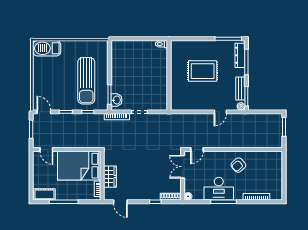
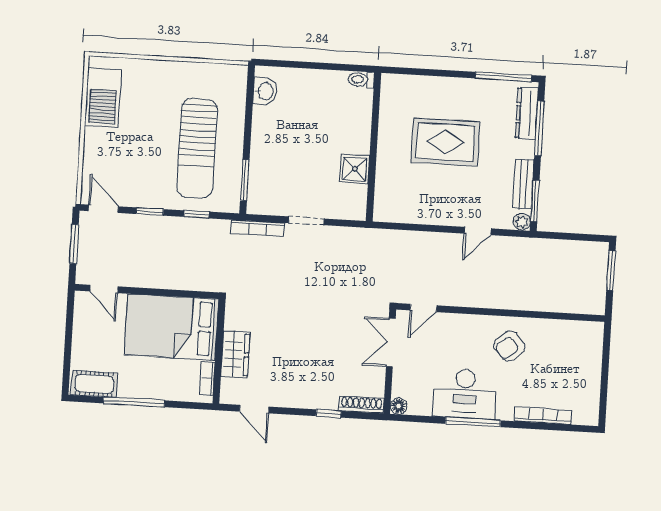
barbecue: (47, 48) -> (103, 98), moved, turned -90
shower: (161, 86) -> (355, 169), added
washbasin: (116, 100) -> (265, 91), moved

